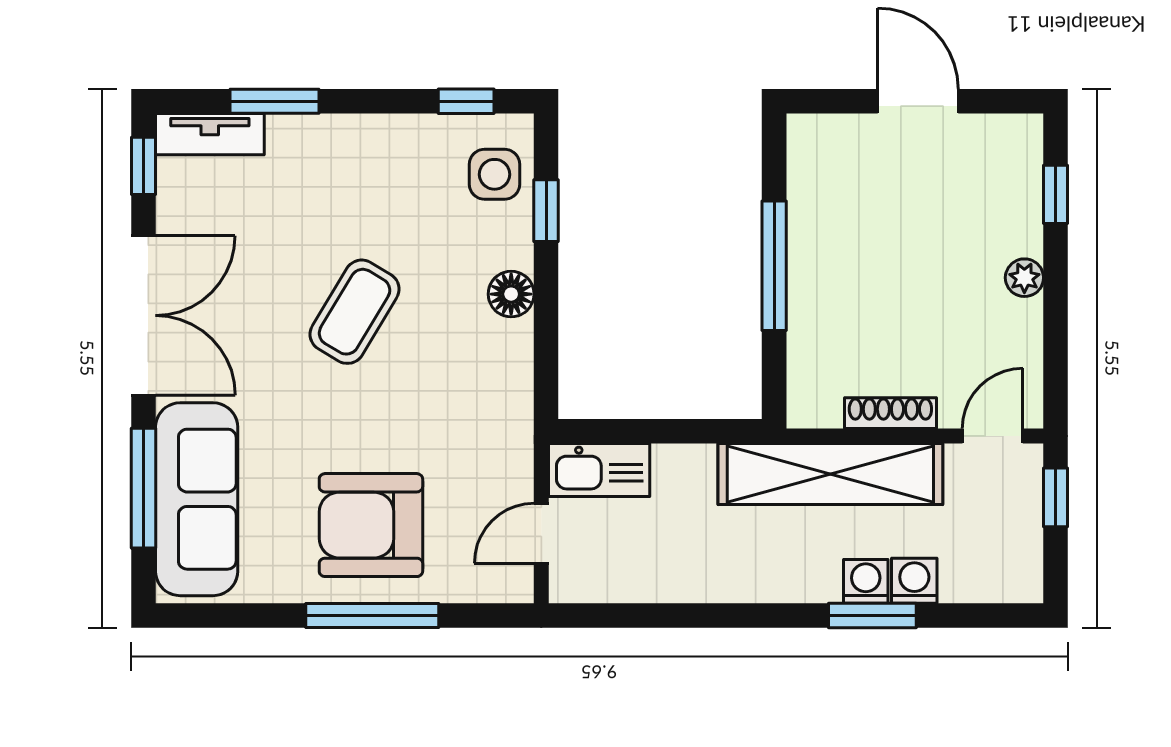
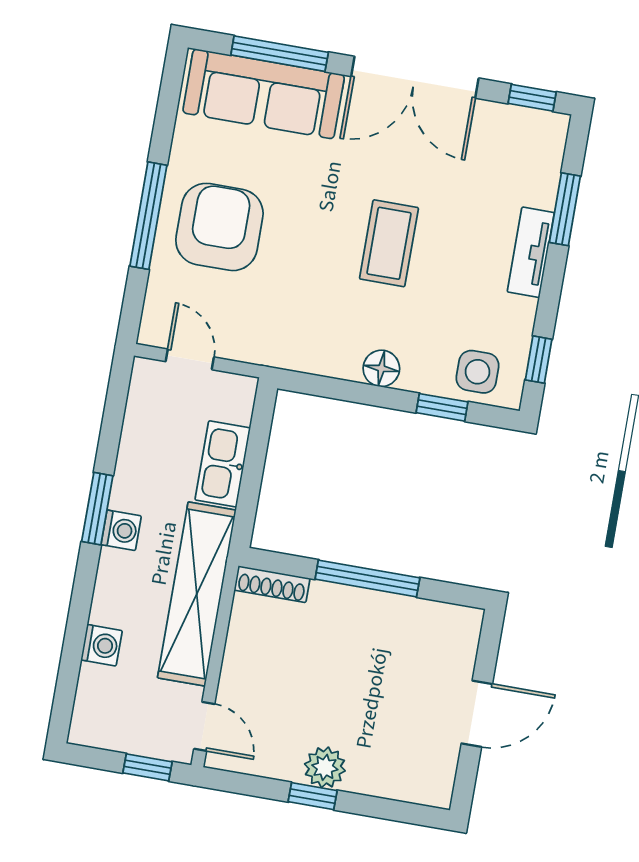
tv unit: (210, 134) -> (531, 252), moved
window: (1056, 194) -> (313, 796), moved
plant: (1024, 278) -> (325, 767), width x1.38, depth x1.38
coffee table: (355, 312) -> (389, 243), turned 59
shoe rack: (890, 413) -> (272, 584), moved, turned 90
kitchen sink: (599, 470) -> (223, 464), moved
washing machine: (866, 581) -> (121, 530), moved
window: (872, 615) -> (97, 509), moved

